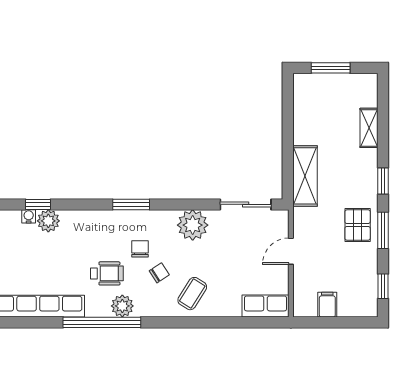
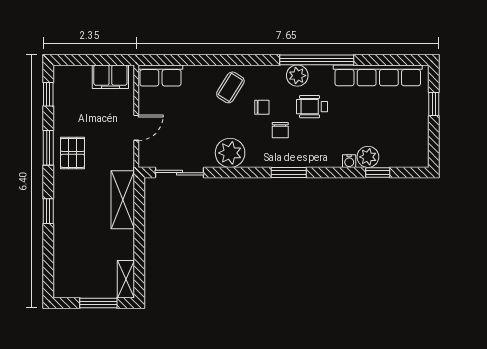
shelving: (369, 128) -> (126, 279), moved
window: (383, 181) -> (48, 211), moved
water cooler: (29, 216) -> (349, 161), moved
chair: (159, 273) -> (262, 107), turned -147
filing cabinet: (327, 305) -> (110, 77), width x2.00

